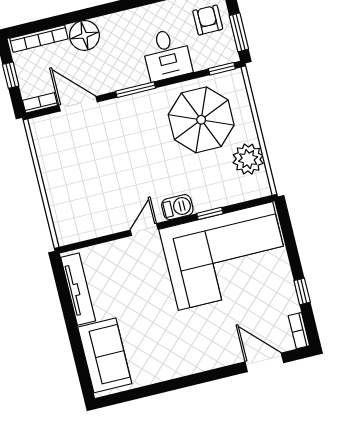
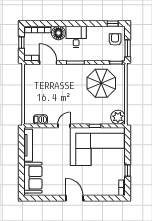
desk: (167, 55) -> (76, 37), moved, turned 180
plant: (248, 159) -> (118, 117), moved
barbecue: (177, 207) -> (40, 119), moved
door: (264, 362) -> (74, 198), moved

